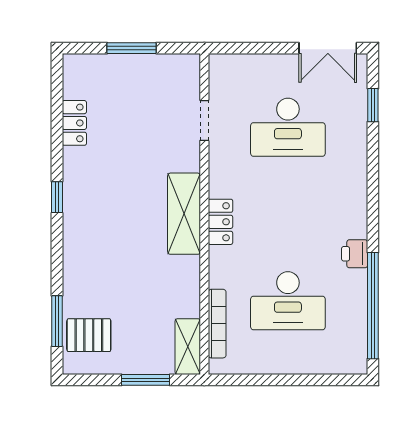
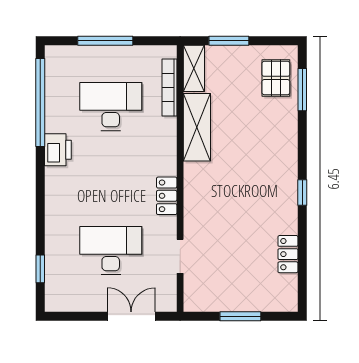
double door: (328, 48) -> (131, 316), moved
shelving: (184, 214) -> (197, 127), moved
locker: (220, 222) -> (167, 196), moved
printer: (355, 254) -> (58, 150), width x1.36, depth x1.24
pallet: (89, 335) -> (276, 78), turned 90
window: (295, 380) -> (105, 41), added

